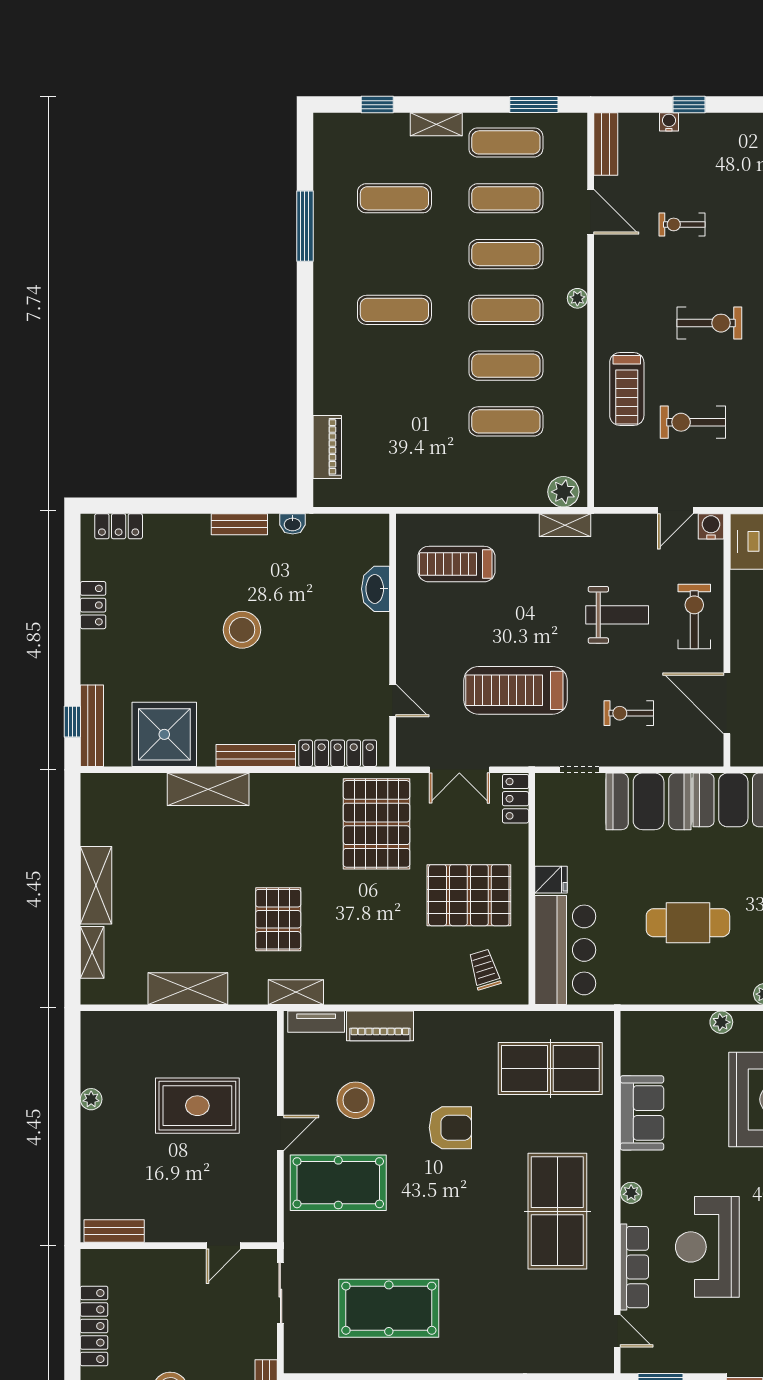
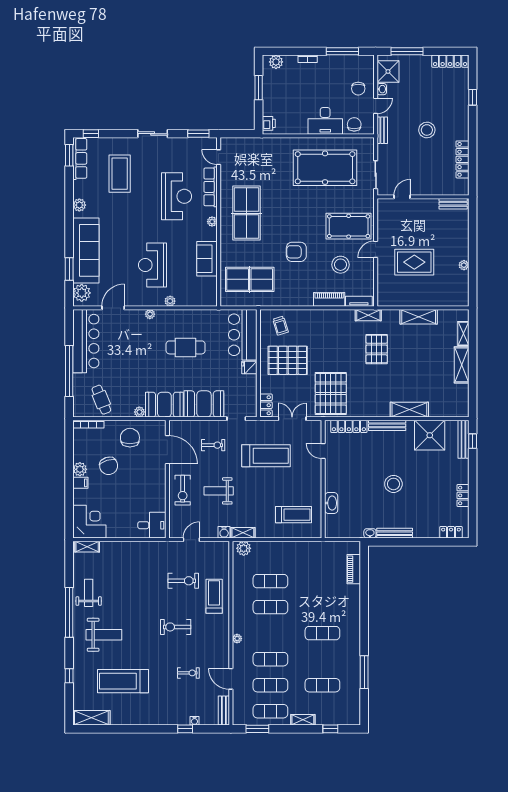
exercise mat: (506, 310) -> (270, 633), removed
bench: (239, 524) -> (395, 533), width x1.36
water cooler: (711, 526) -> (224, 532), moved
pool table: (389, 1308) -> (325, 168), width x1.36, depth x1.32

